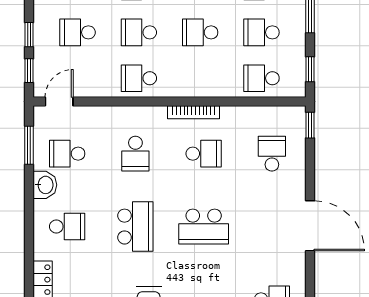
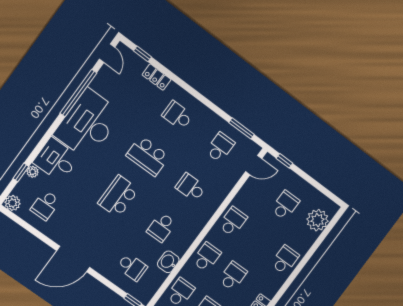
school desk: (139, 32) -> (207, 257), moved
window: (29, 35) -> (305, 176), removed
door: (59, 102) -> (254, 165), hinge flipped
bookcase: (194, 112) -> (190, 239), removed
washbasin: (45, 185) -> (168, 262), moved, turned 90
school desk: (67, 227) -> (177, 115), turned 90

